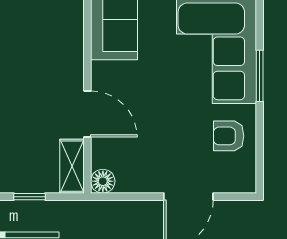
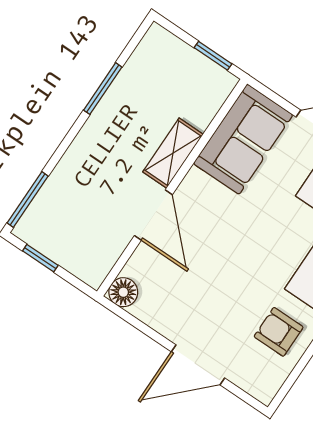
shelving: (72, 166) -> (173, 153), moved

